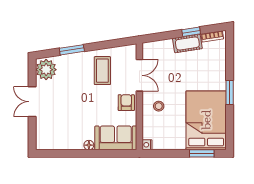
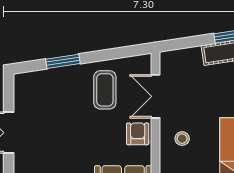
plant: (46, 70) -> (28, 88), removed
double door: (139, 75) -> (156, 96), swing flipped

